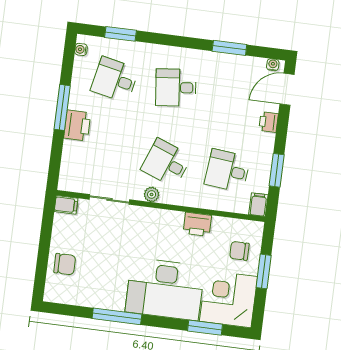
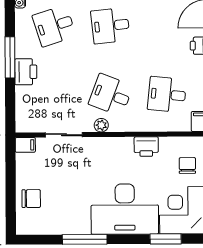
desk: (115, 80) -> (54, 26), turned -30
chair: (239, 251) -> (187, 165), turned 90

